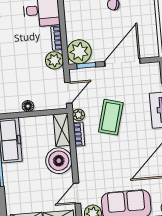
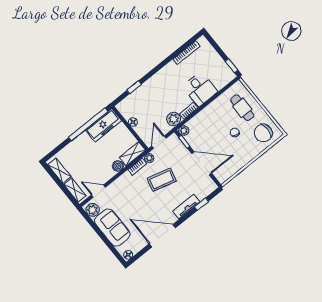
plant: (79, 52) -> (184, 131), width x0.53, depth x0.53
door: (68, 93) -> (159, 142), swing flipped
boiler: (59, 161) -> (118, 166), width x0.54, depth x0.54

